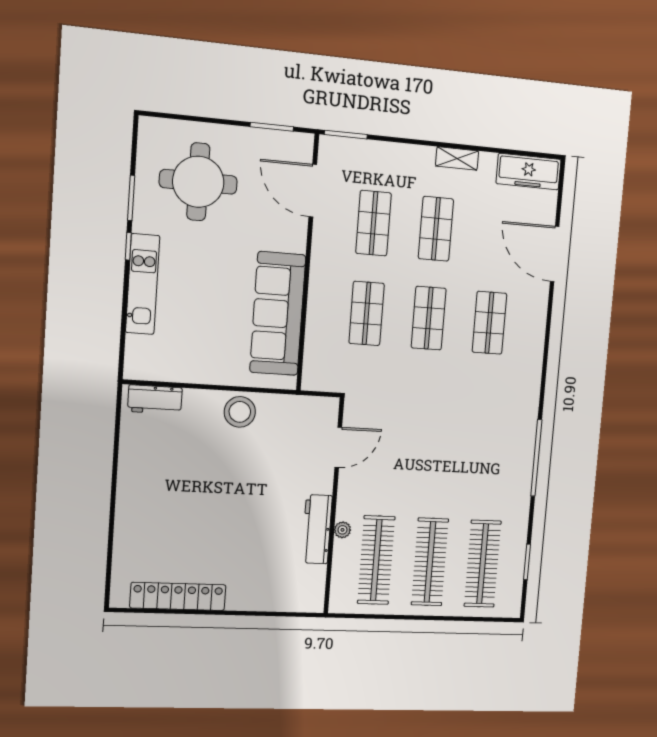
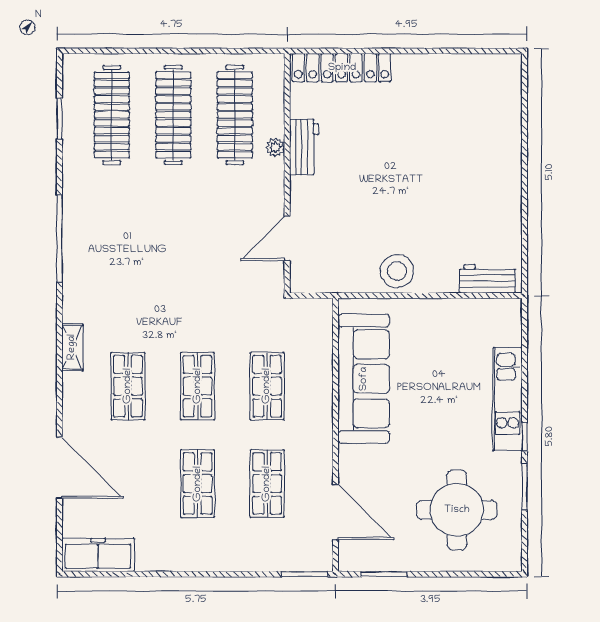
shelving: (457, 158) -> (72, 347), moved, turned 90
workbench: (317, 529) -> (304, 147), width x0.73
locker: (178, 596) -> (342, 68), moved

